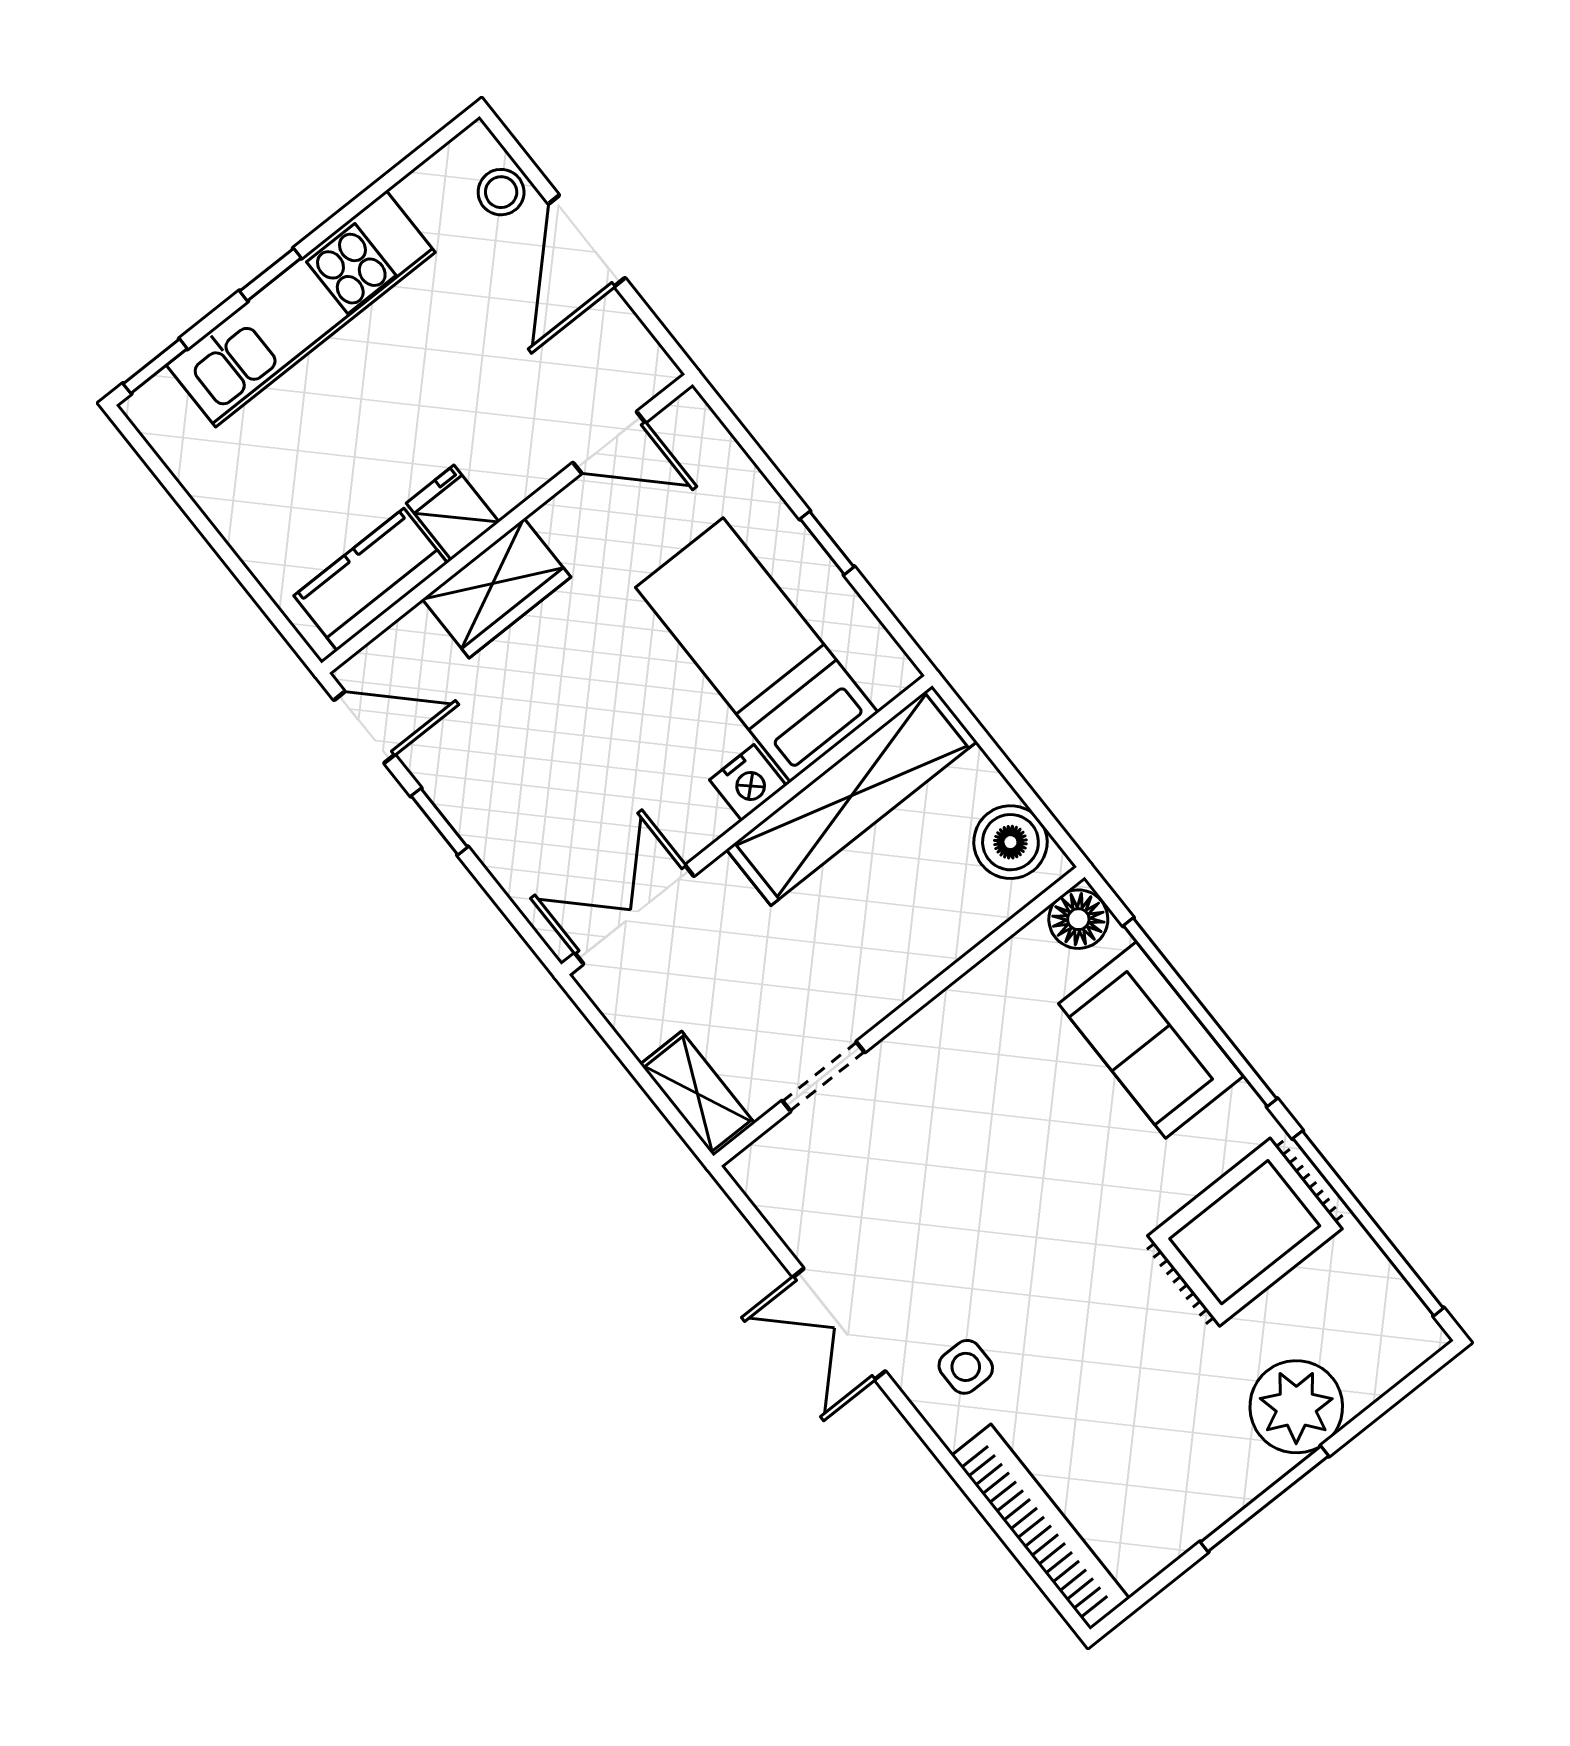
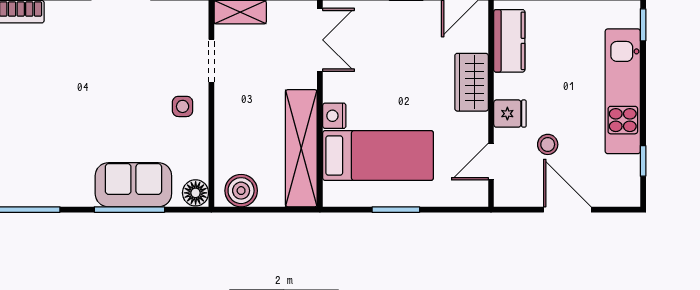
stool: (501, 192) -> (548, 144), moved
window: (270, 275) -> (643, 161), moved
fridge: (453, 513) -> (510, 114), moved
window: (827, 543) -> (396, 210), width x1.50
window: (1200, 1012) -> (129, 210), width x0.68
rug: (1245, 1232) -> (41, 164), removed
side table: (966, 1367) -> (183, 106), moved

